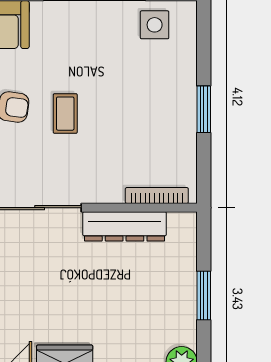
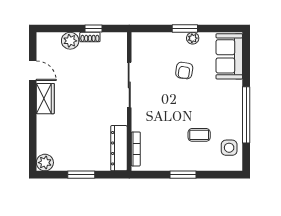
coffee table: (65, 114) -> (199, 135), moved
dresser: (125, 226) -> (119, 148), moved

